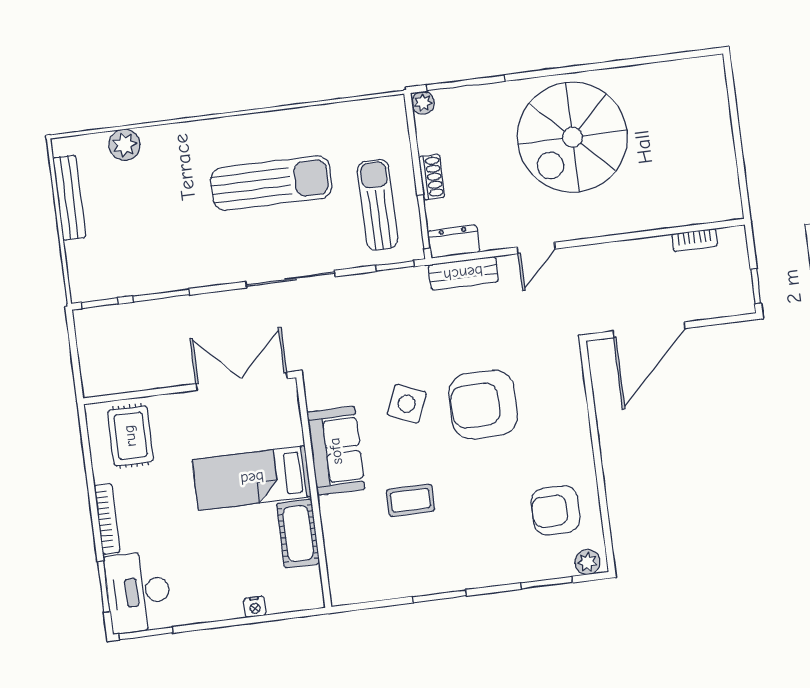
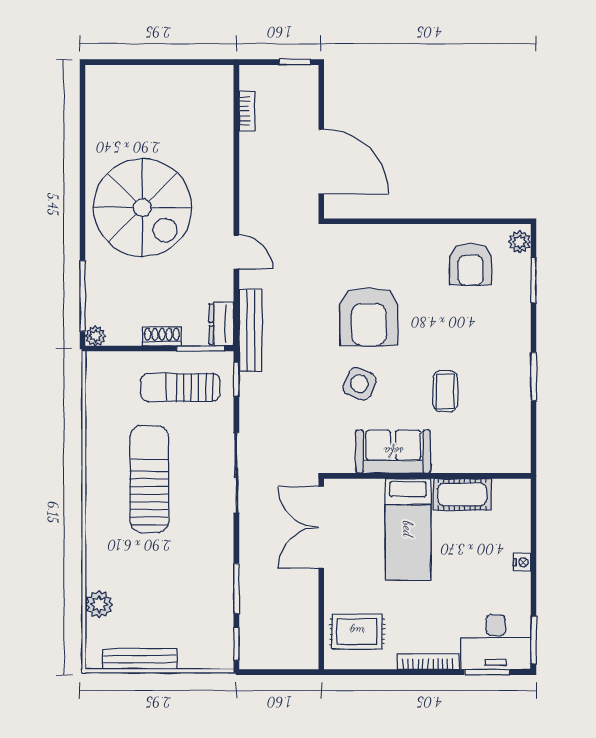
bench: (463, 273) -> (251, 330), width x1.36
nightstand: (255, 607) -> (522, 562), moved

